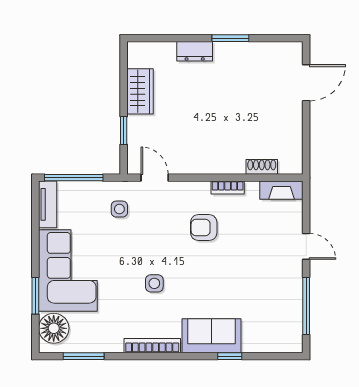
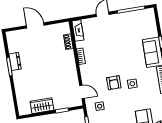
dresser: (195, 51) -> (15, 61), moved
door: (306, 83) -> (35, 25), moved
door: (155, 178) -> (82, 92), swing flipped
armchair: (204, 228) -> (114, 83), moved

